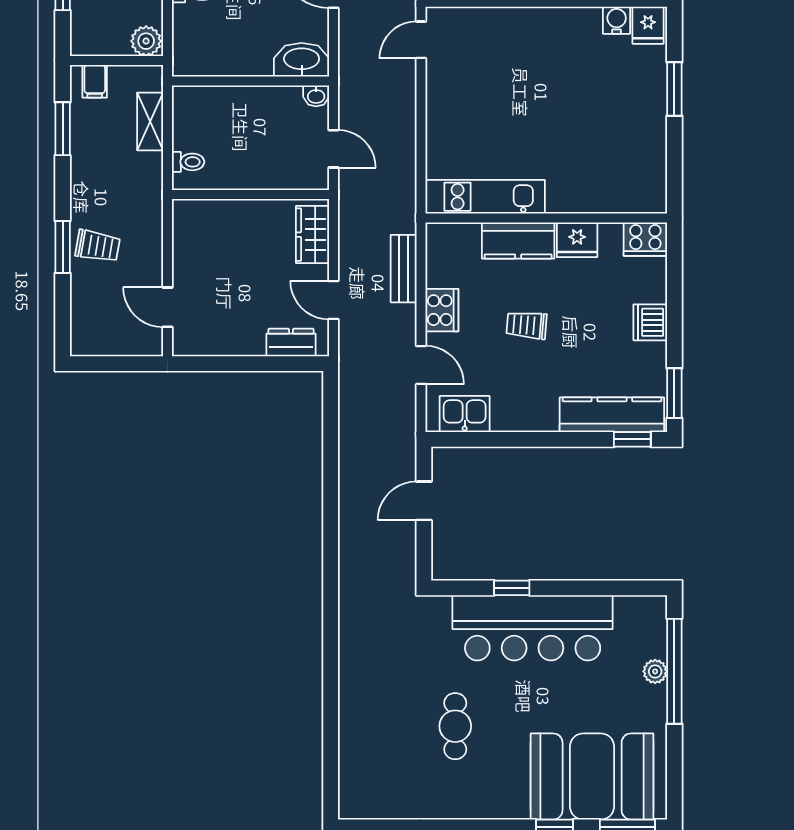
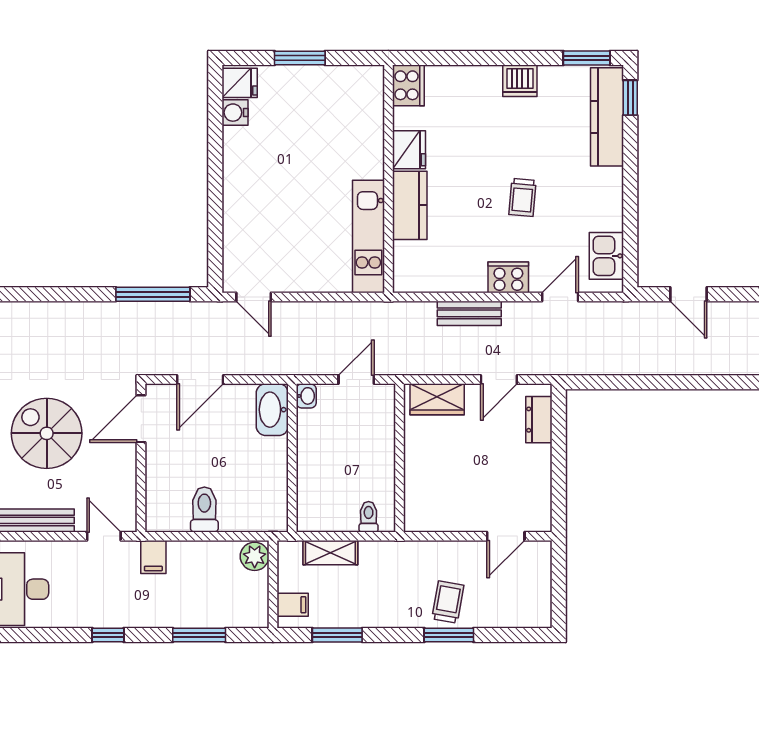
kitchen unit: (485, 197) -> (368, 237), moved
wall: (546, 218) -> (388, 179), moved
cooker: (645, 239) -> (408, 85), moved
kitchen counter: (518, 240) -> (410, 205), moved
fridge: (577, 240) -> (409, 150), moved

